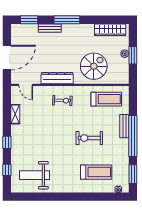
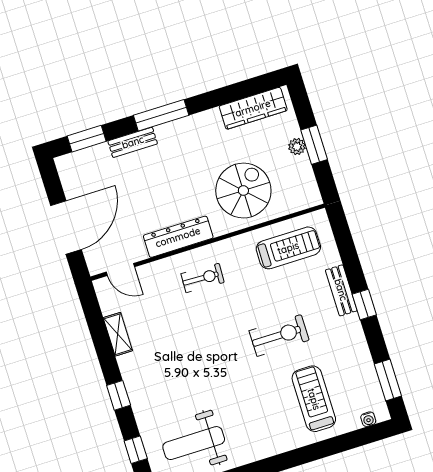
window: (133, 136) -> (364, 305), width x0.32
exercise bike: (89, 138) -> (279, 336), turned 180
treadmill: (96, 172) -> (314, 399), turned -90

